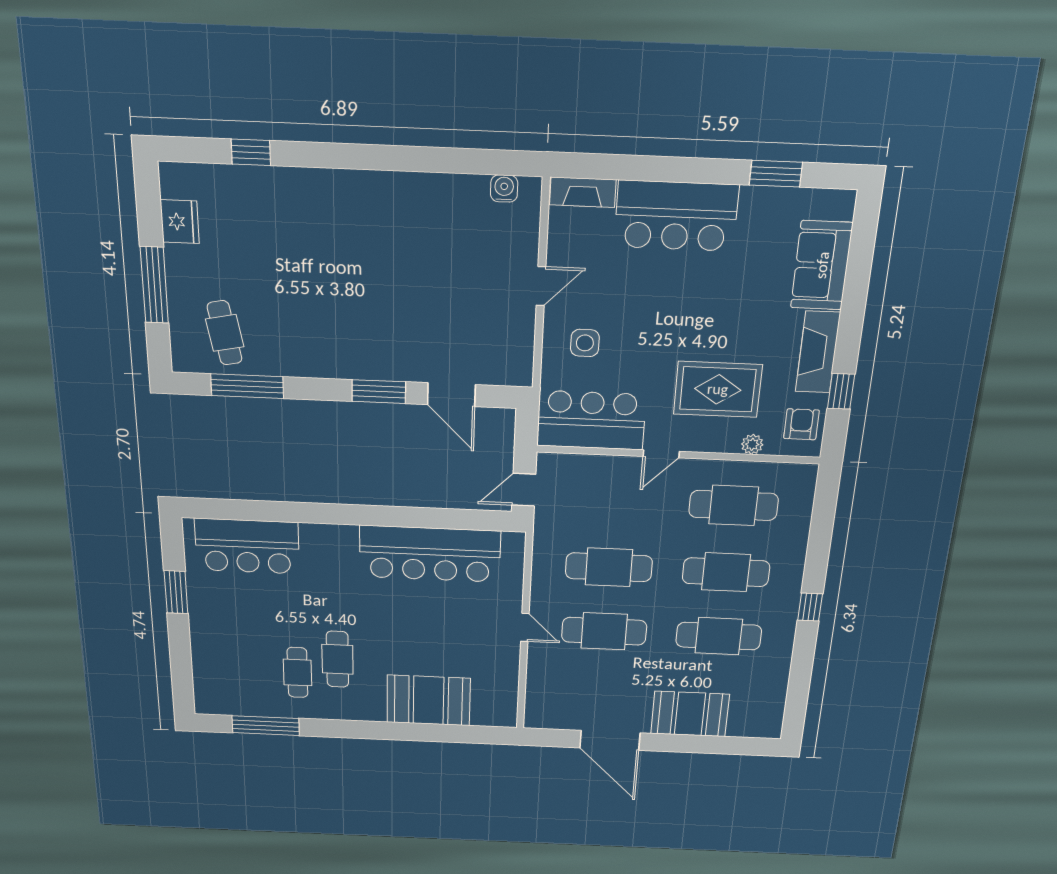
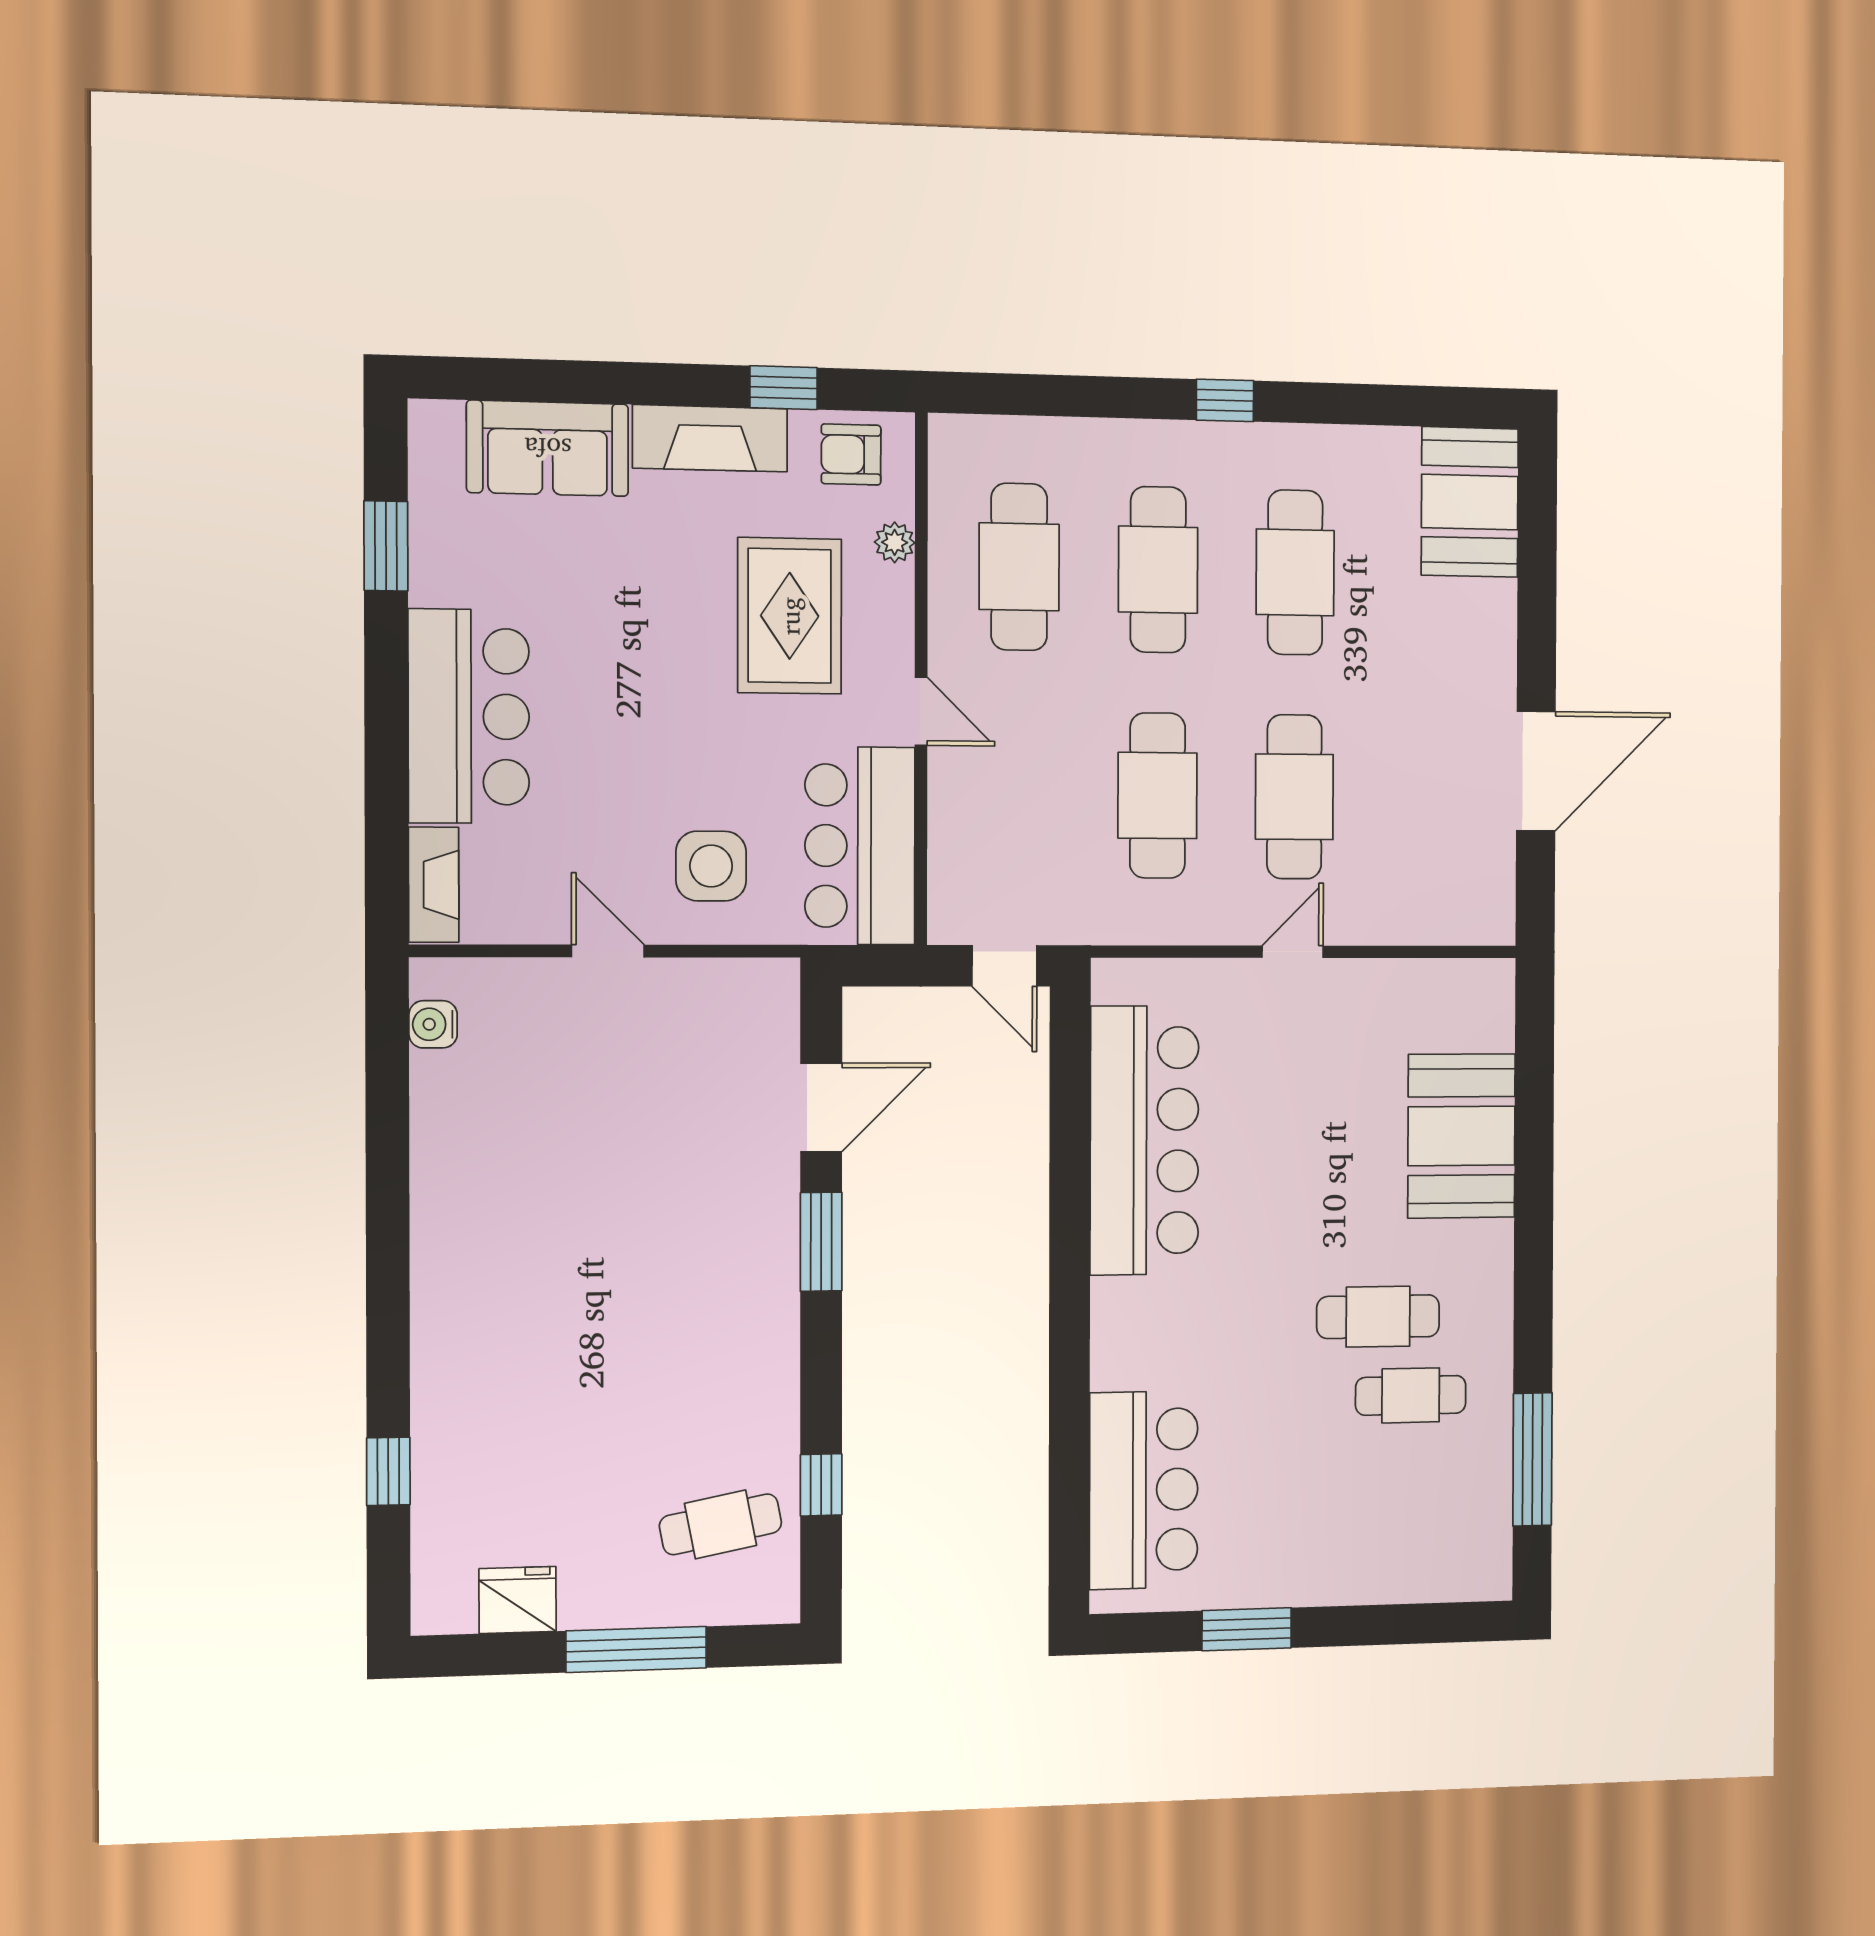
side table: (585, 343) -> (711, 866), width x1.37, depth x1.37
window: (247, 386) -> (821, 1485), width x0.46
booth: (690, 714) -> (1470, 502), moved

